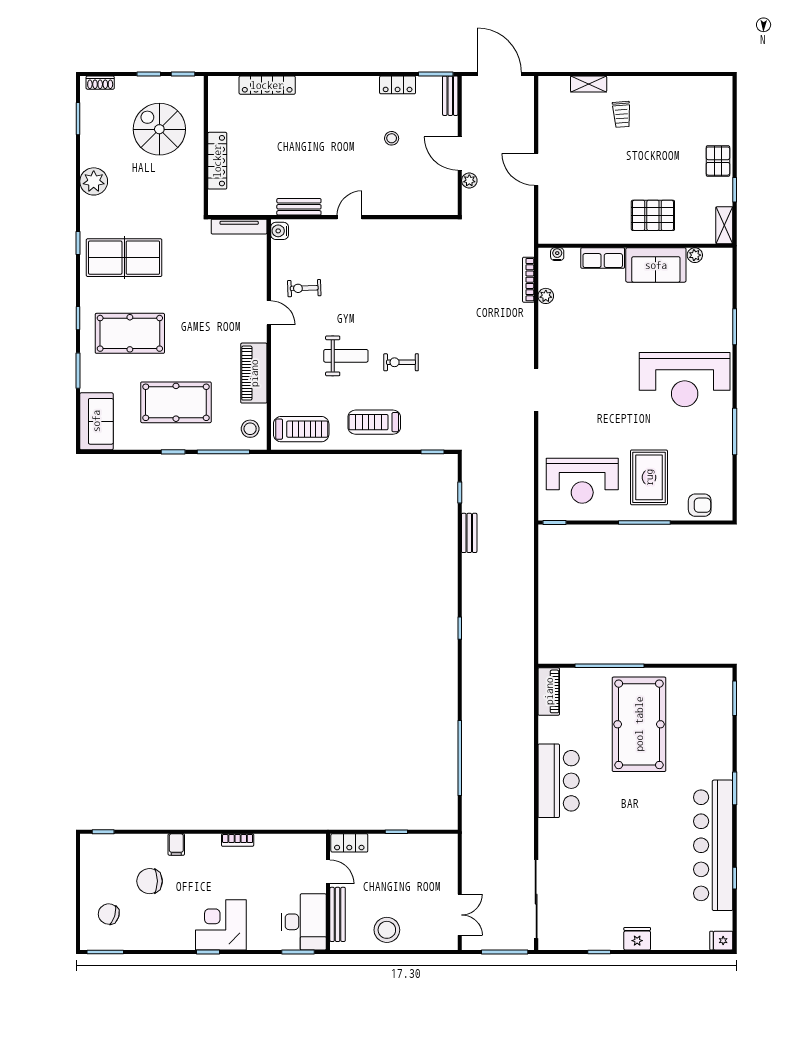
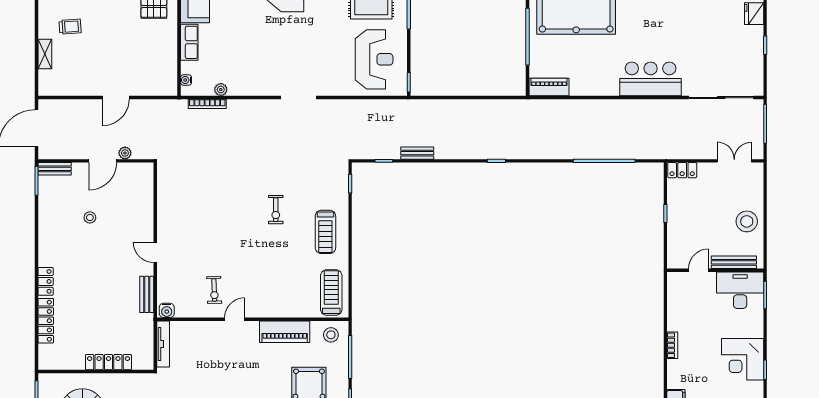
locker: (398, 85) -> (46, 281), moved
weight bench: (346, 356) -> (270, 255), removed
bar counter: (559, 781) -> (651, 79), moved
locker: (349, 843) -> (682, 170), moved, turned 90

